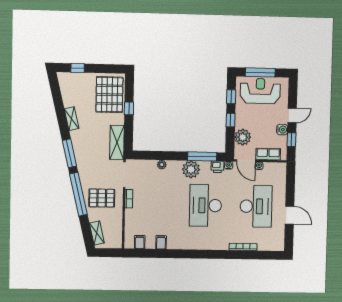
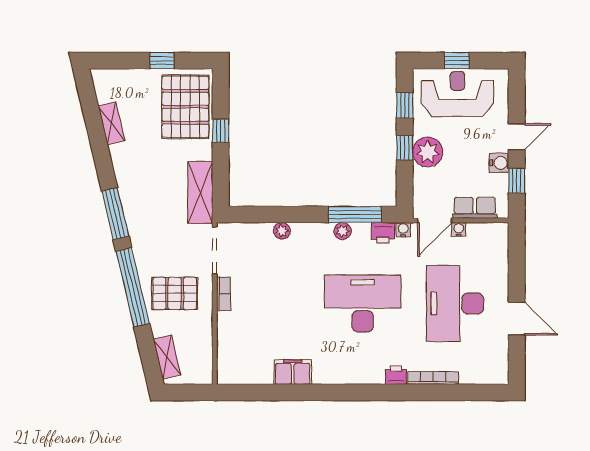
window: (78, 68) -> (162, 61), moved
window: (260, 72) -> (457, 61), width x0.46
shelving: (72, 119) -> (112, 123), moved
plant: (243, 137) -> (428, 152), moved
door: (246, 161) -> (435, 220), hinge flipped
plant: (191, 169) -> (343, 231), width x0.53, depth x0.53
desk: (205, 205) -> (363, 303), turned 90
desk: (256, 206) -> (455, 303), turned 180
filing cabinet: (140, 242) -> (245, 372), removed
filing cabinet: (161, 242) -> (293, 372), width x2.00
printer: (223, 245) -> (396, 375), added

